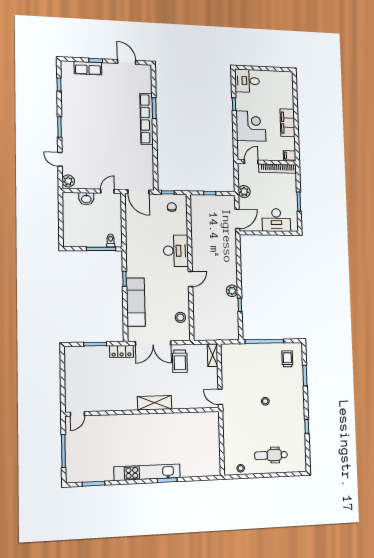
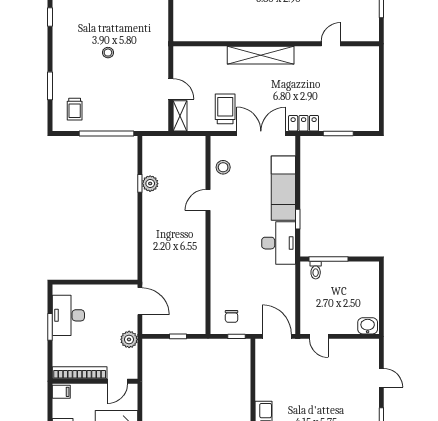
plant: (68, 181) -> (371, 349), removed
door: (107, 191) -> (319, 336), hinge flipped
washbasin: (86, 199) -> (368, 326), moved
door: (237, 219) -> (140, 301), swing flipped
desk: (276, 220) -> (68, 315), moved, turned -90
desk: (176, 251) -> (279, 243), moved, turned 180
door: (190, 279) -> (208, 200), moved
plant: (232, 291) -> (150, 184), moved
door: (220, 397) -> (171, 89), moved
shelving: (155, 403) -> (261, 55), width x1.47
door: (77, 414) -> (331, 44), moved

